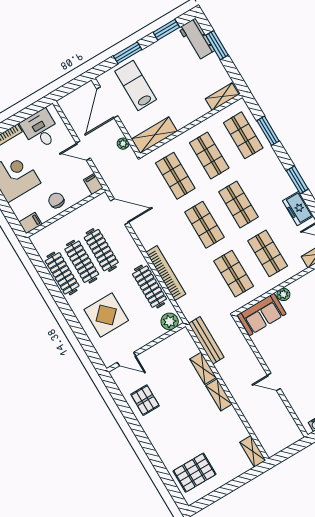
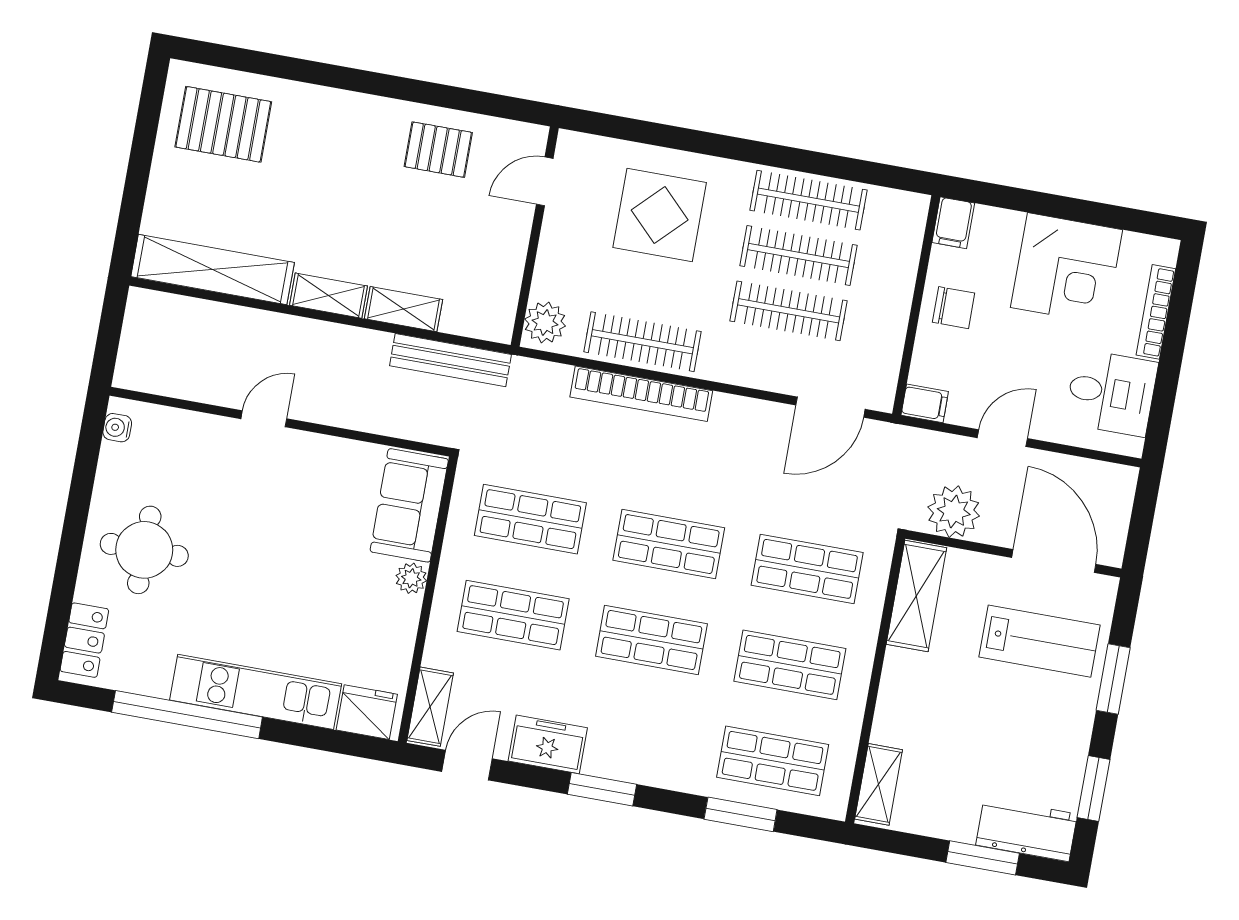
plant: (123, 144) -> (954, 512), width x1.88, depth x1.88
shelving: (253, 451) -> (213, 270), width x2.20, depth x1.33
pallet: (195, 473) -> (223, 124), turned 90

